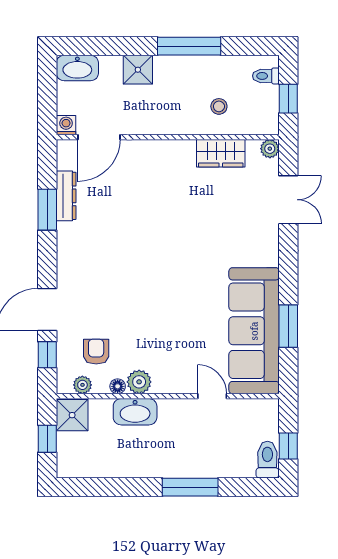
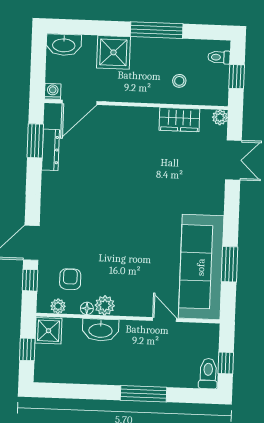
shower: (138, 70) -> (113, 52), width x1.36, depth x1.36
window: (47, 210) -> (35, 141), moved

